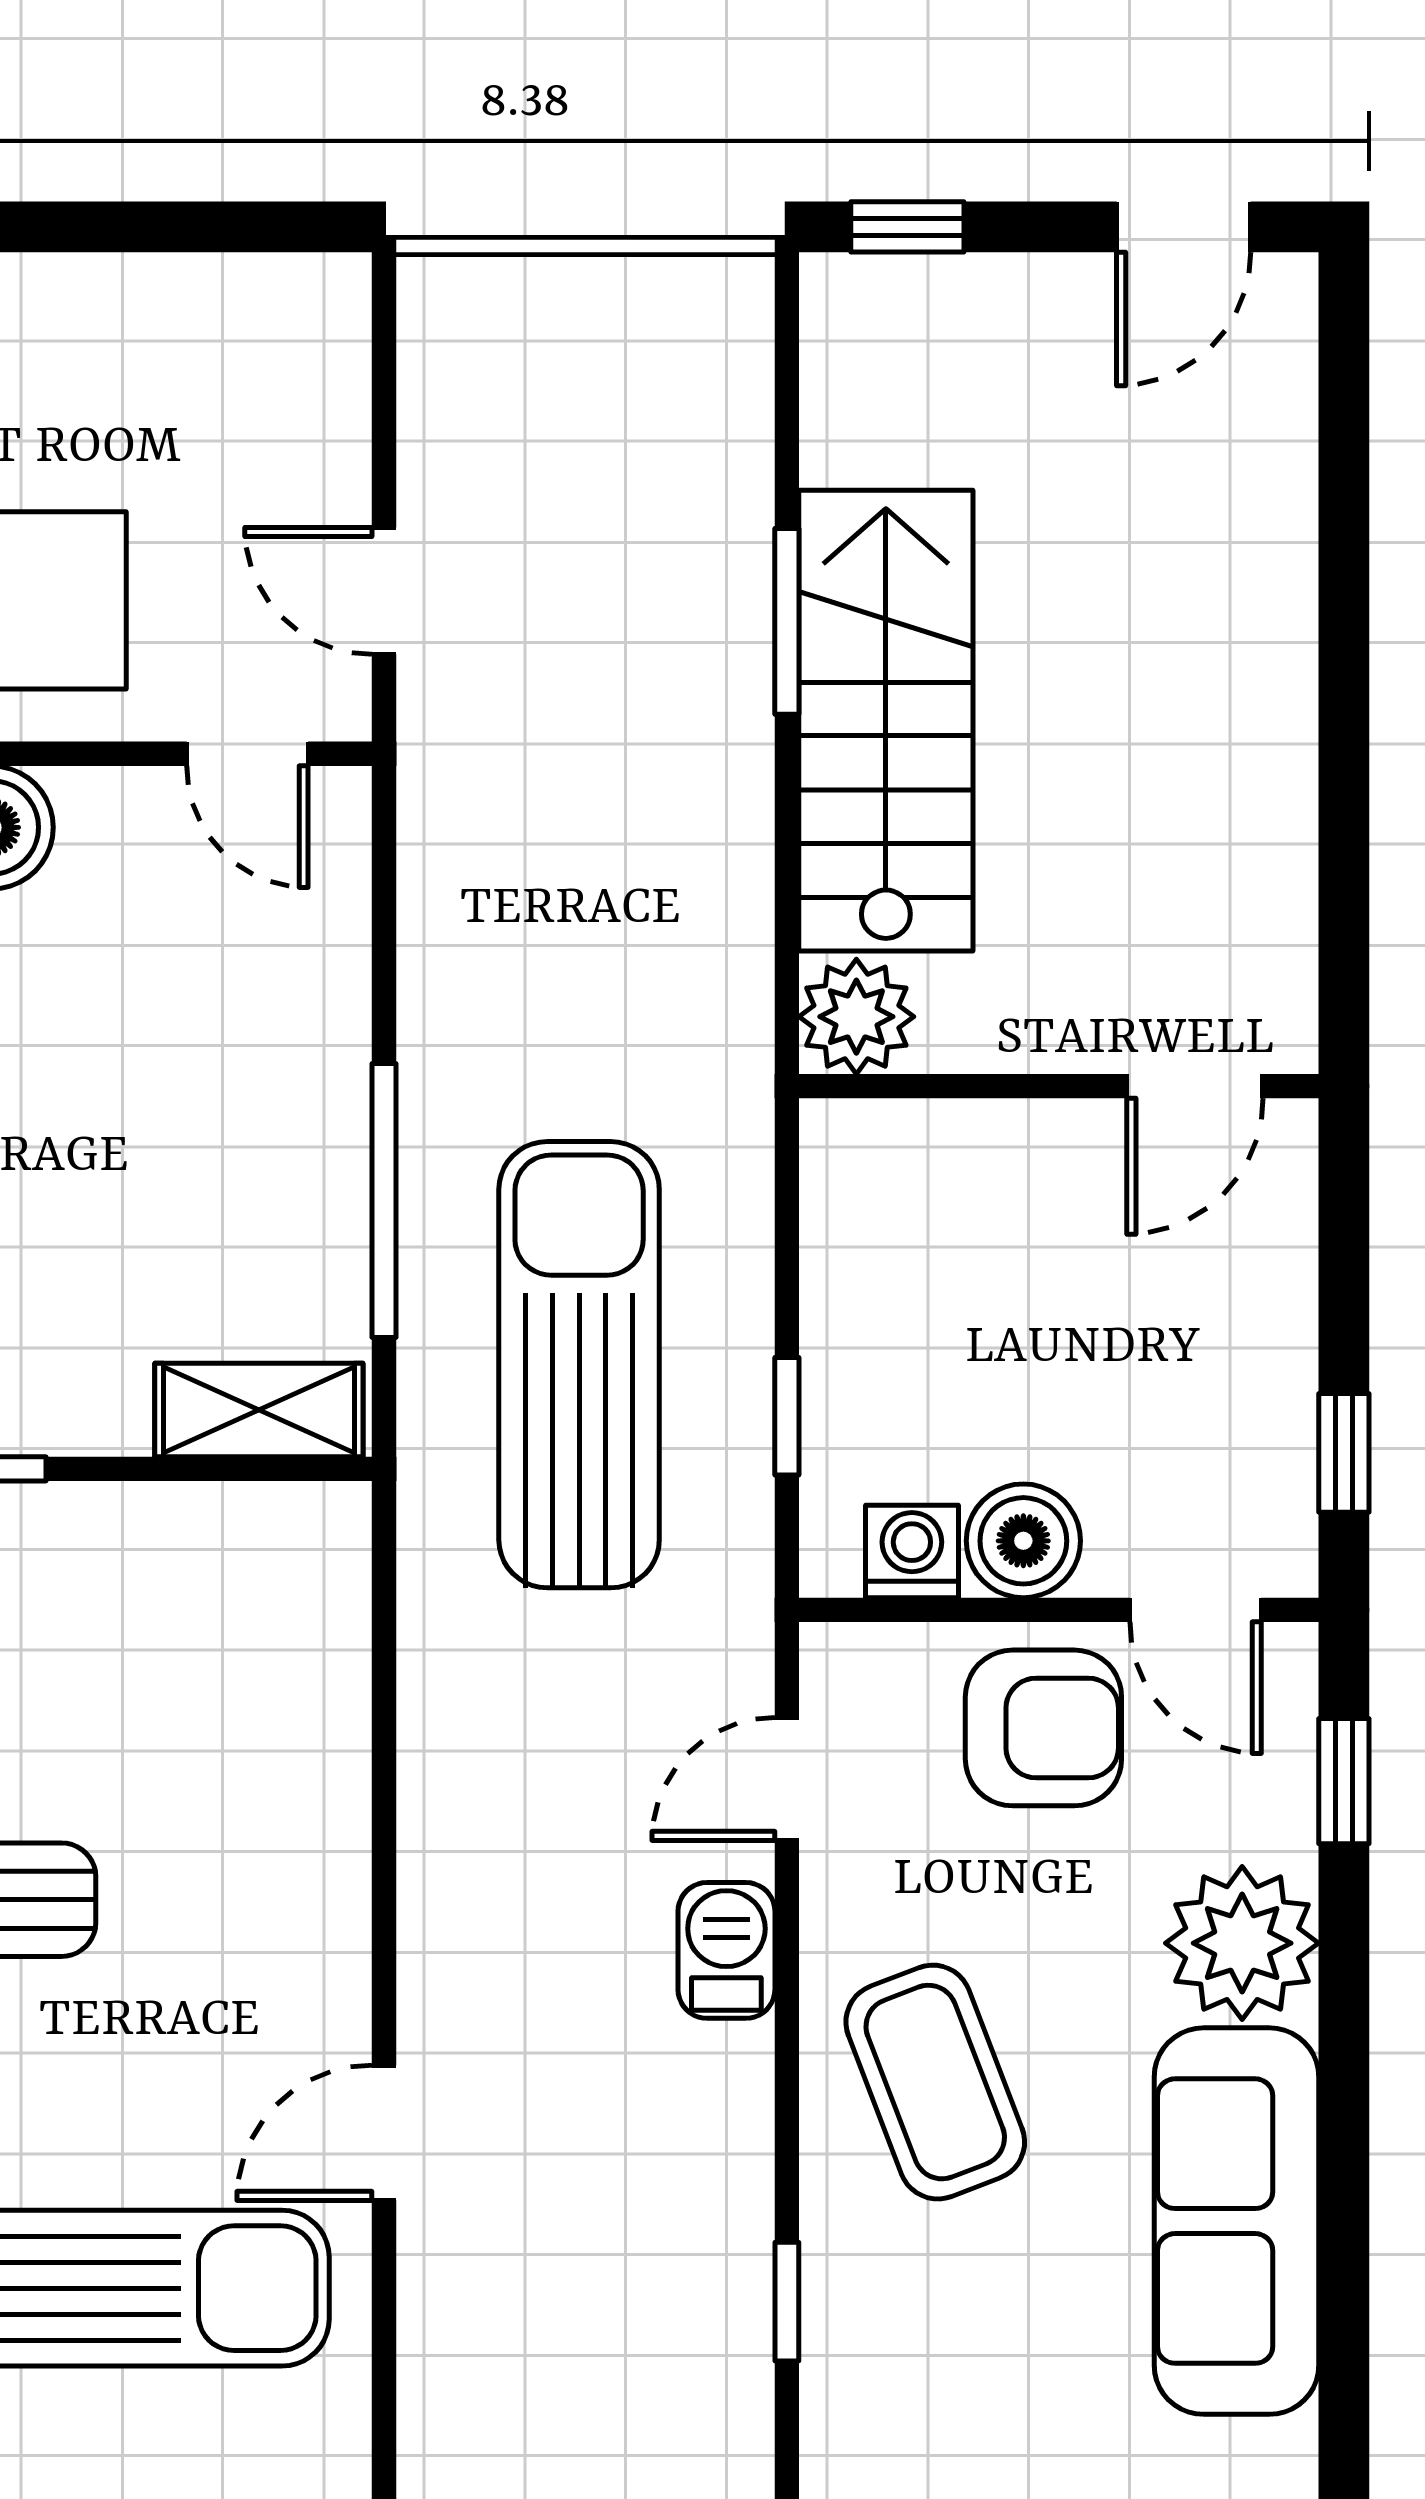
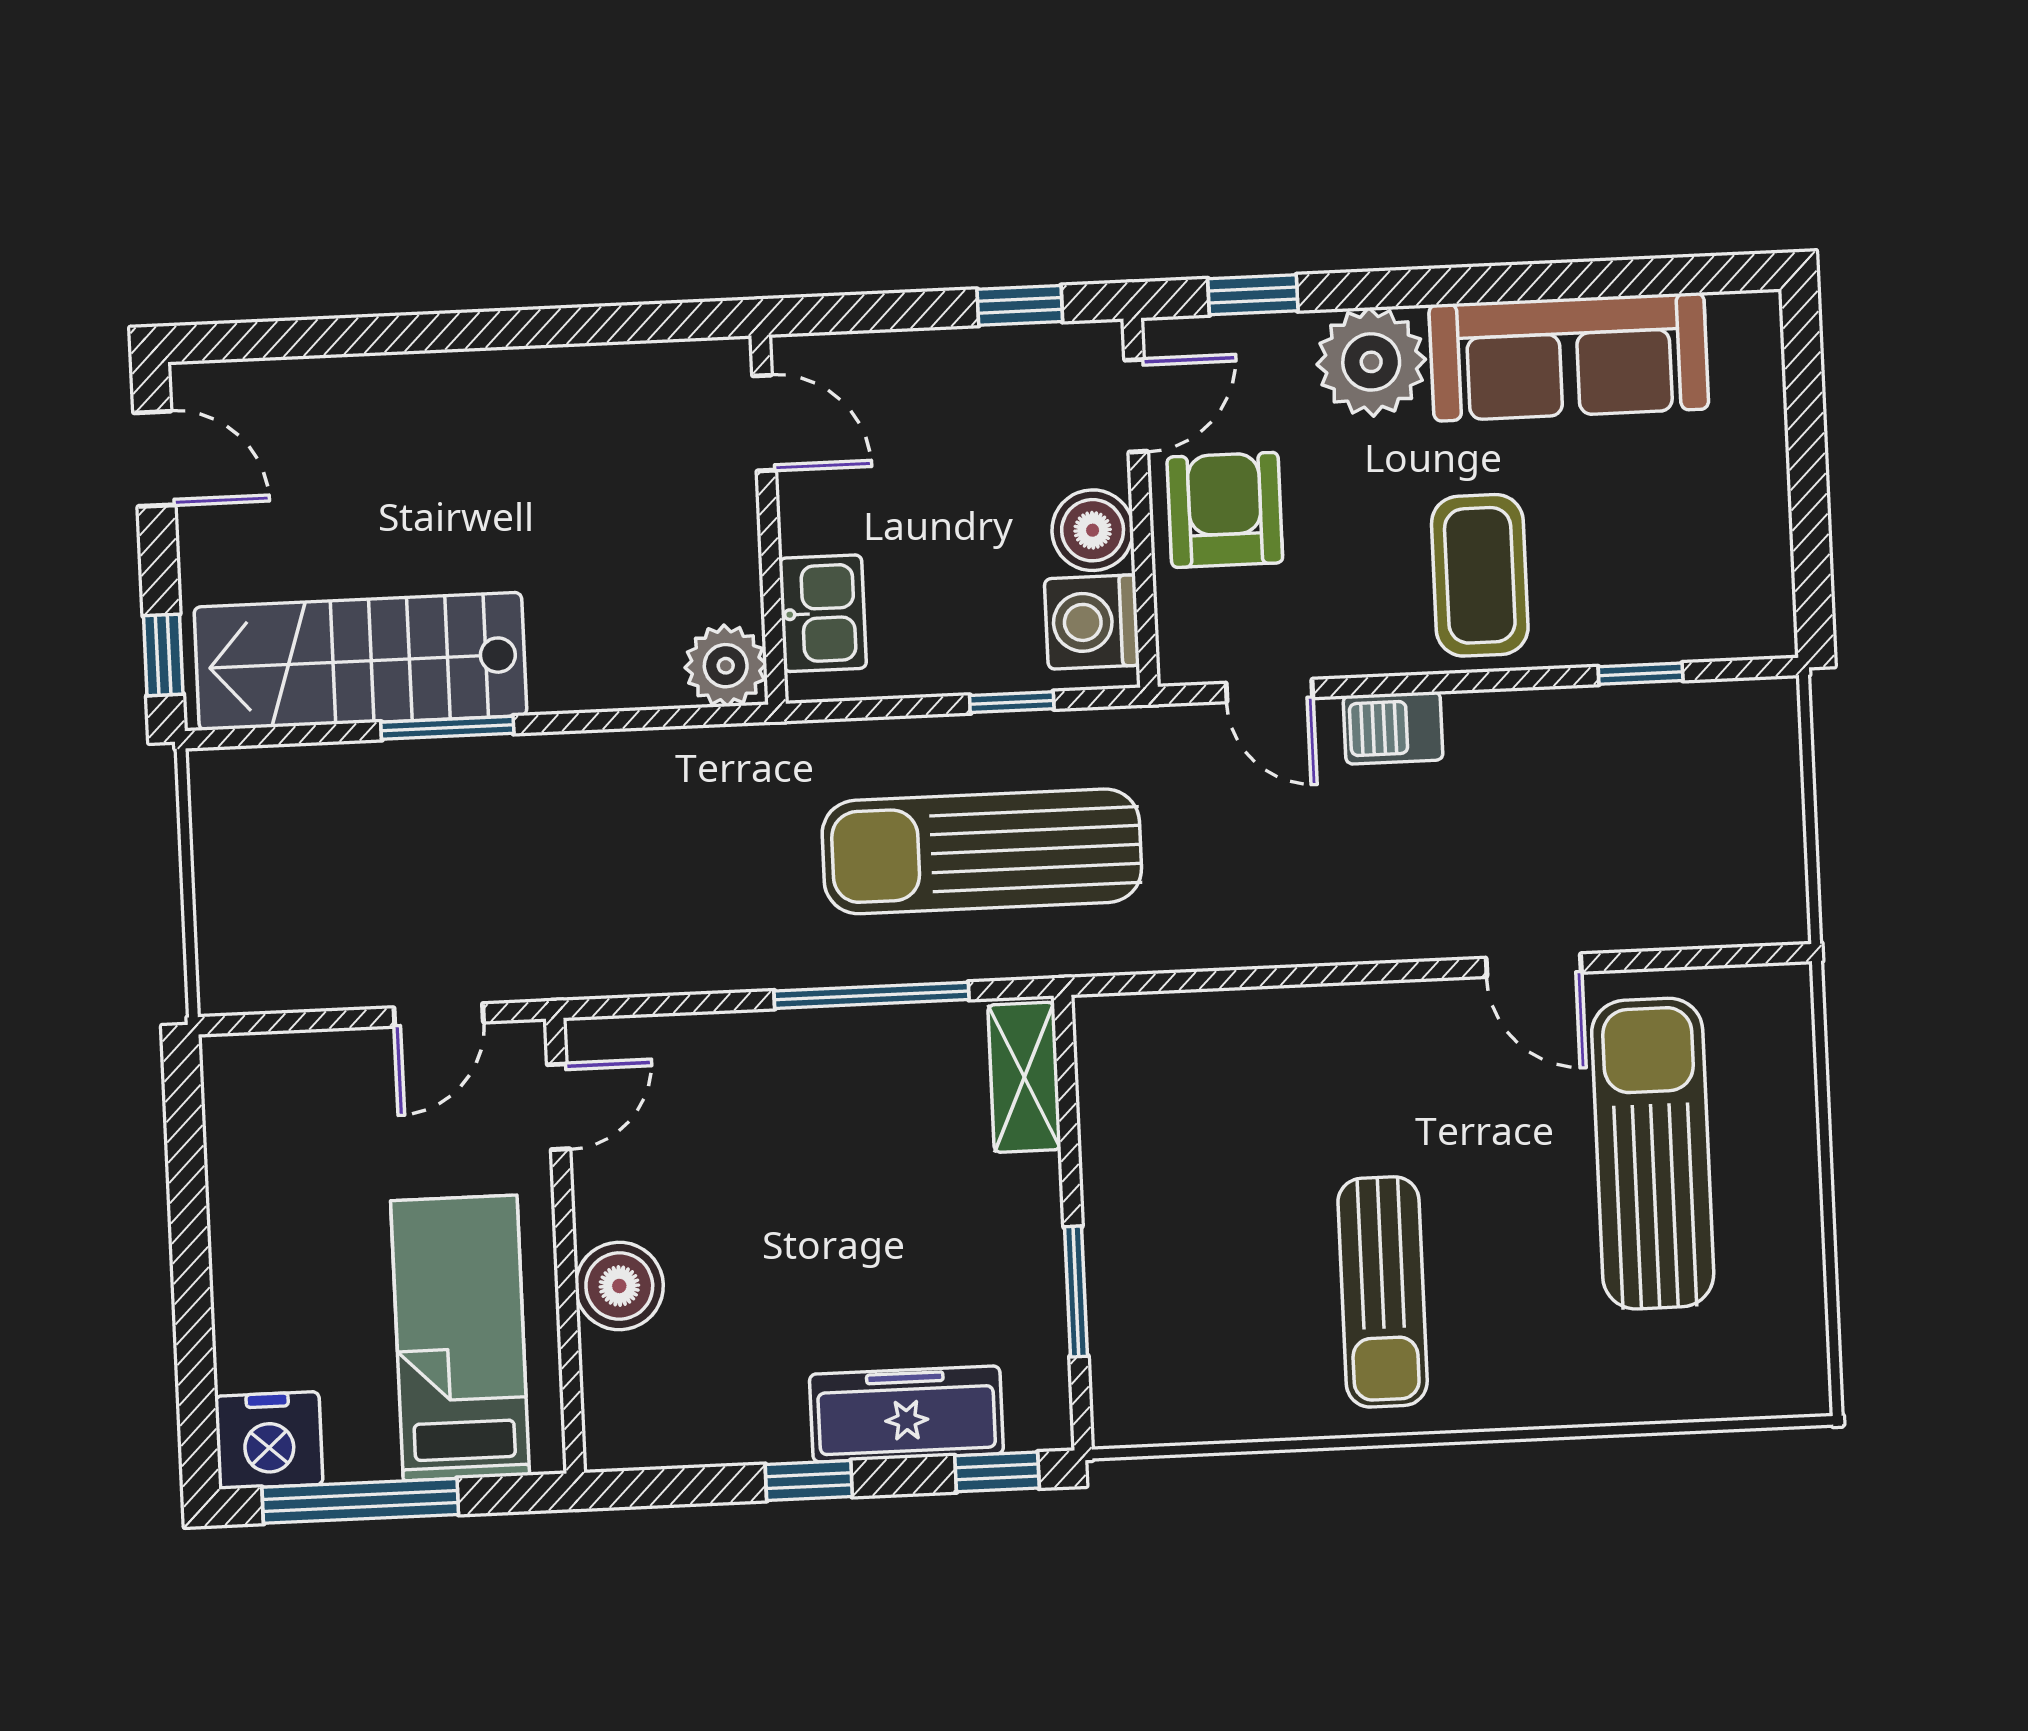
stairs: (886, 721) -> (360, 661), moved
kitchen sink: (924, 1156) -> (823, 613), added
washing machine: (912, 1551) -> (1092, 622), width x1.38, depth x1.38
coffee table: (935, 2082) -> (1480, 575), turned -69

